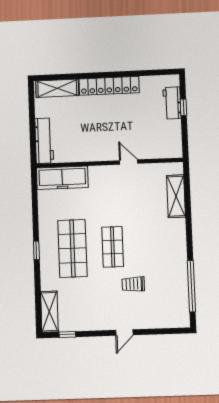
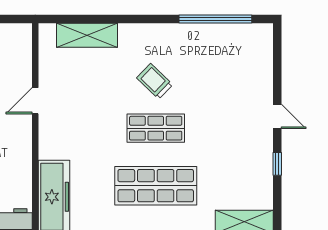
trolley: (133, 284) -> (155, 81), moved, turned 134
window: (67, 334) -> (277, 164), moved

